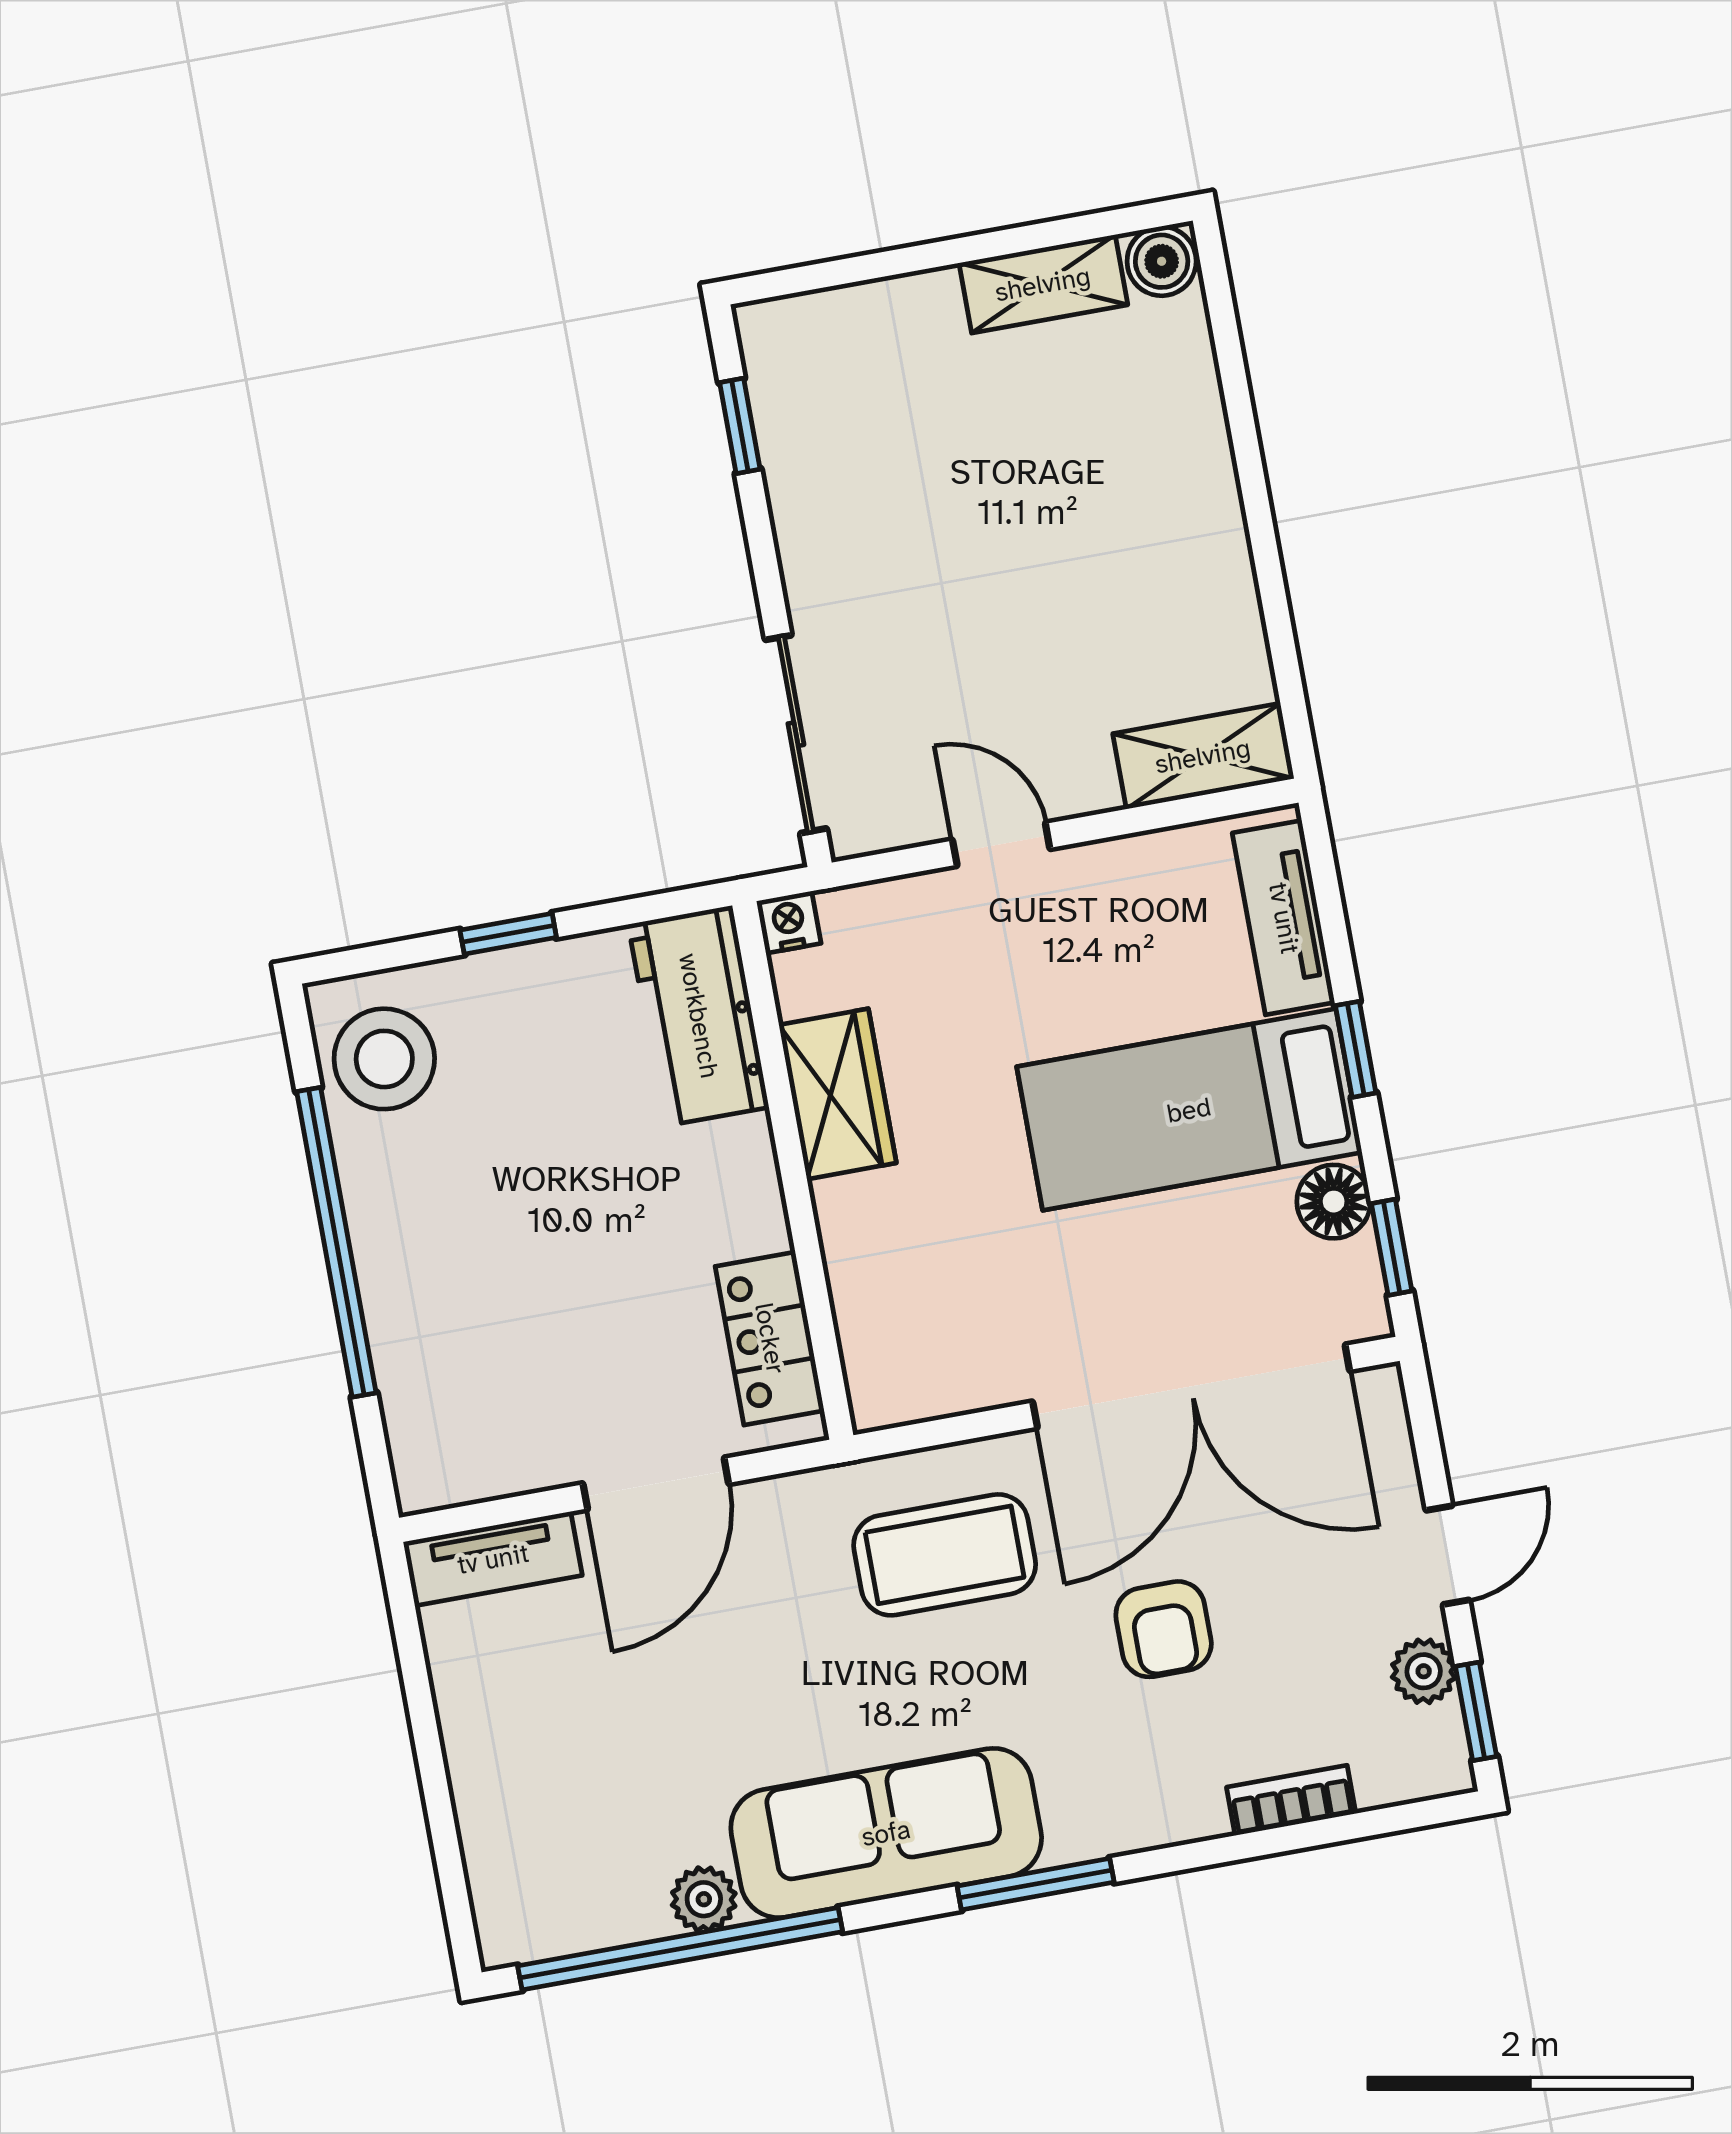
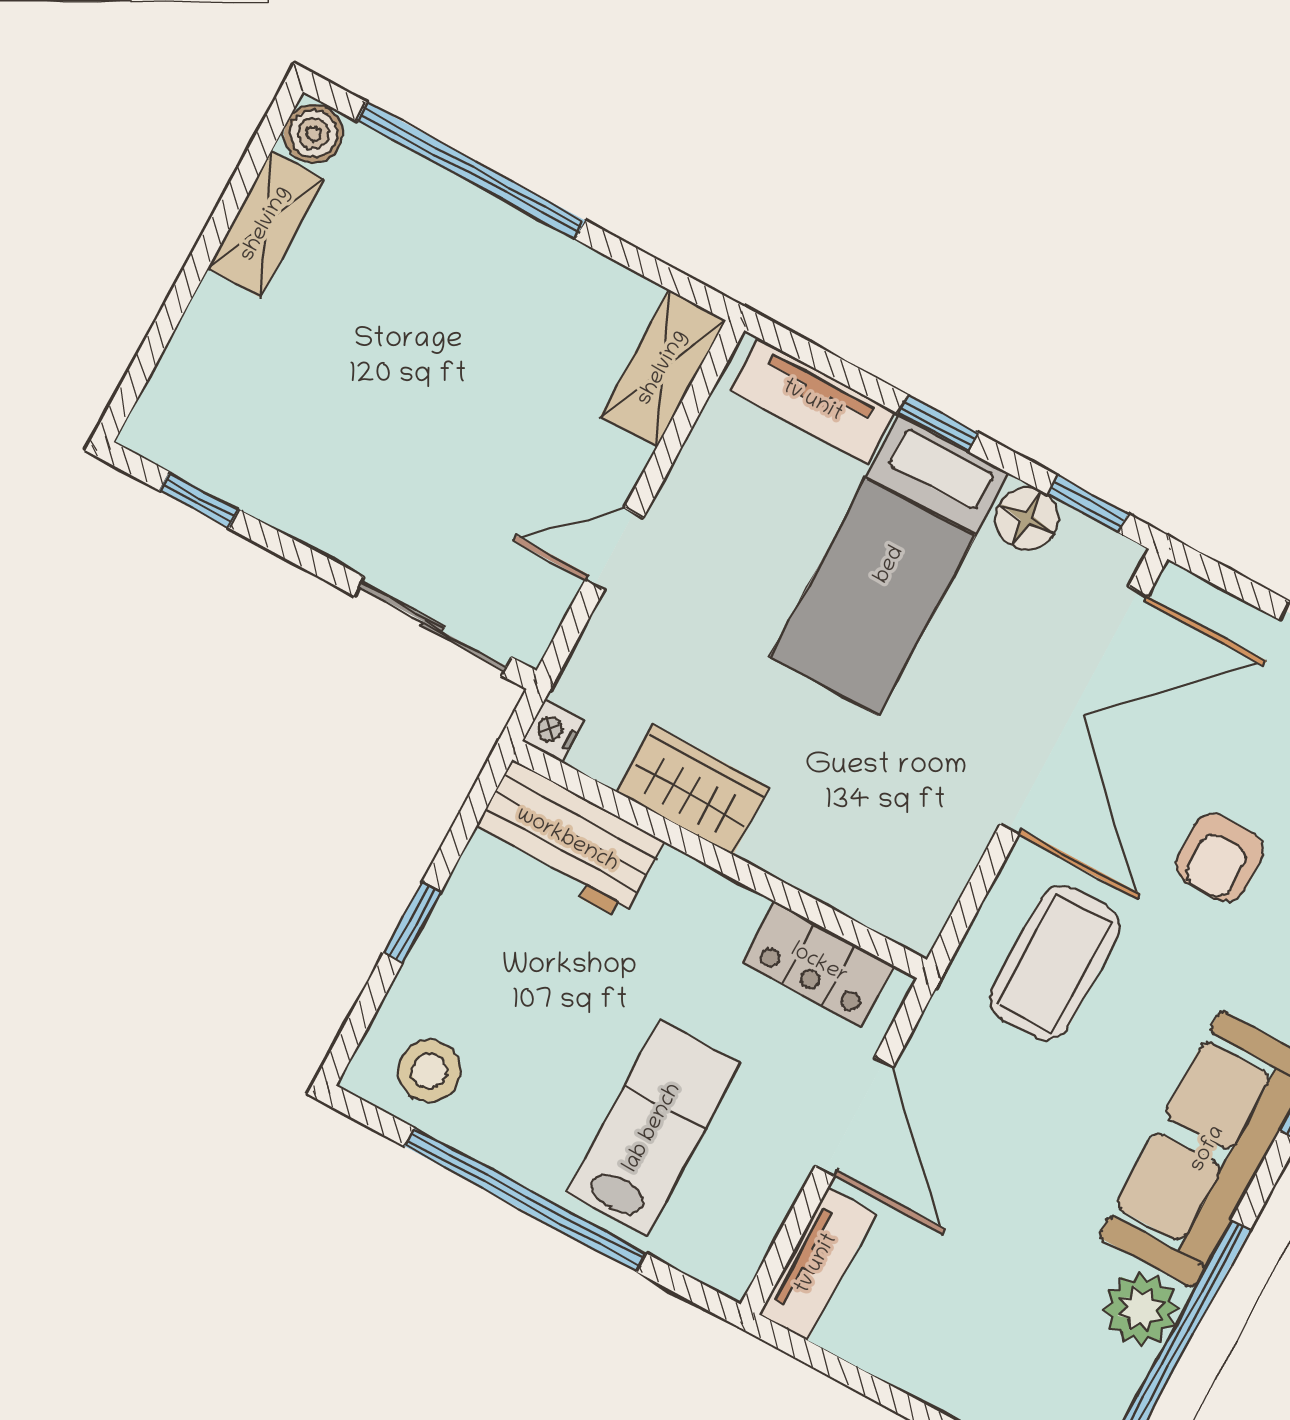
window: (1244, 433) -> (471, 171), added
stool: (384, 1059) -> (429, 1071), width x0.73, depth x0.73
lab bench: (497, 1307) -> (653, 1128), added
armchair: (1164, 1629) -> (1220, 857), turned 90
plant: (704, 1899) -> (1141, 1309), width x1.38, depth x1.38

